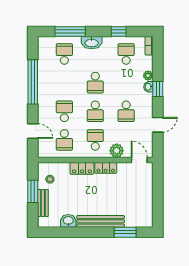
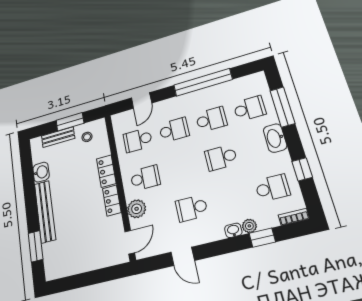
window: (158, 89) -> (262, 238), moved
school desk: (95, 111) -> (211, 119), moved, turned 180

